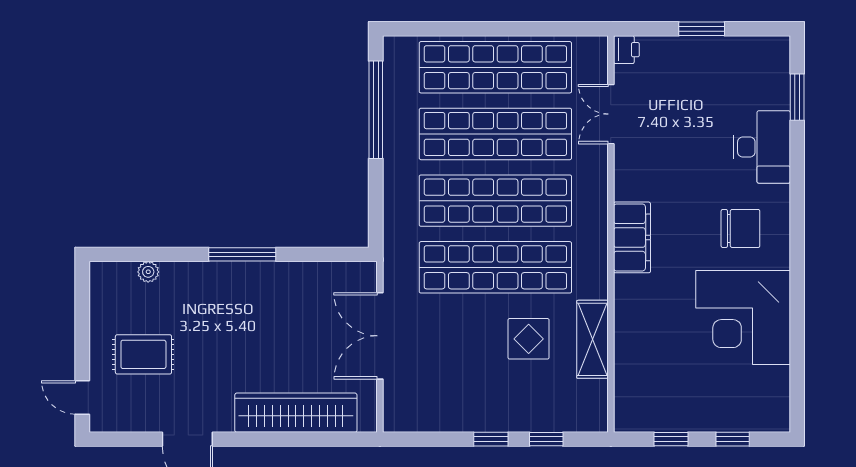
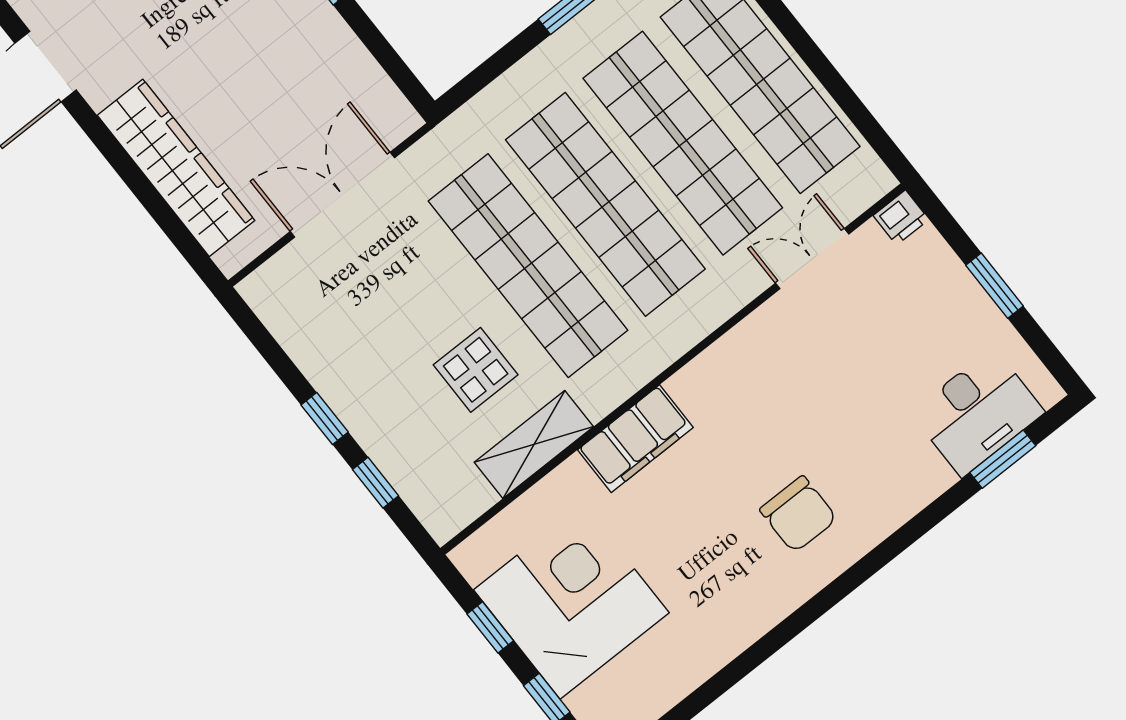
desk: (762, 147) -> (978, 412), moved
filing cabinet: (632, 237) -> (635, 439), moved
corner desk: (743, 318) -> (571, 601), moved, turned 90

